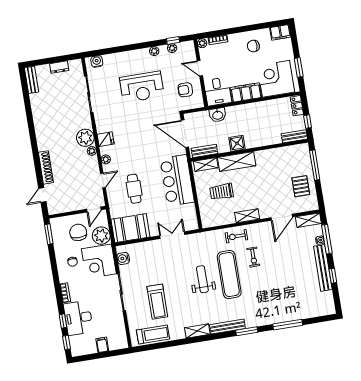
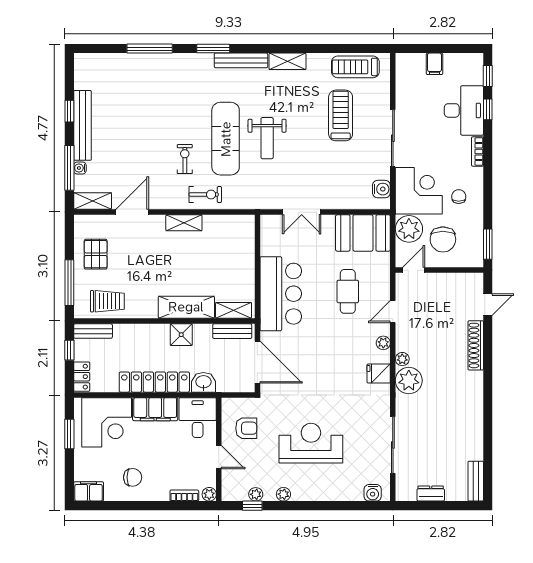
locker: (249, 110) -> (154, 382), added
trolley: (222, 192) -> (107, 301), moved

